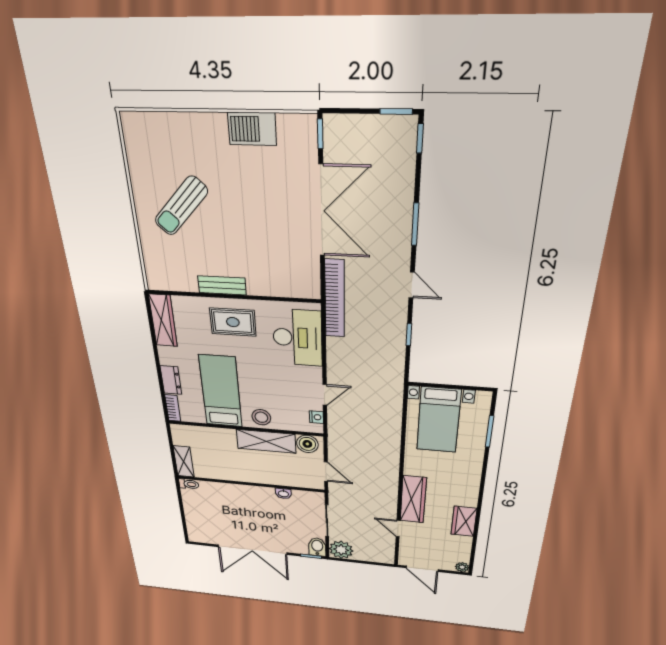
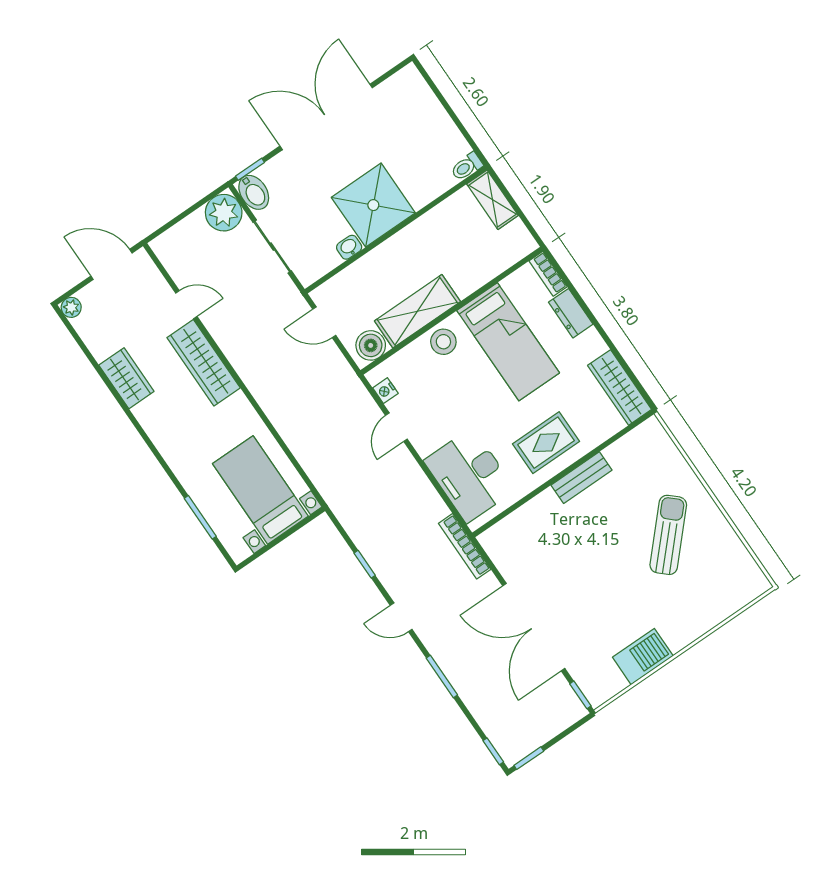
bookcase: (335, 299) -> (465, 546), width x0.68, depth x0.76
shower: (255, 502) -> (373, 205), added

